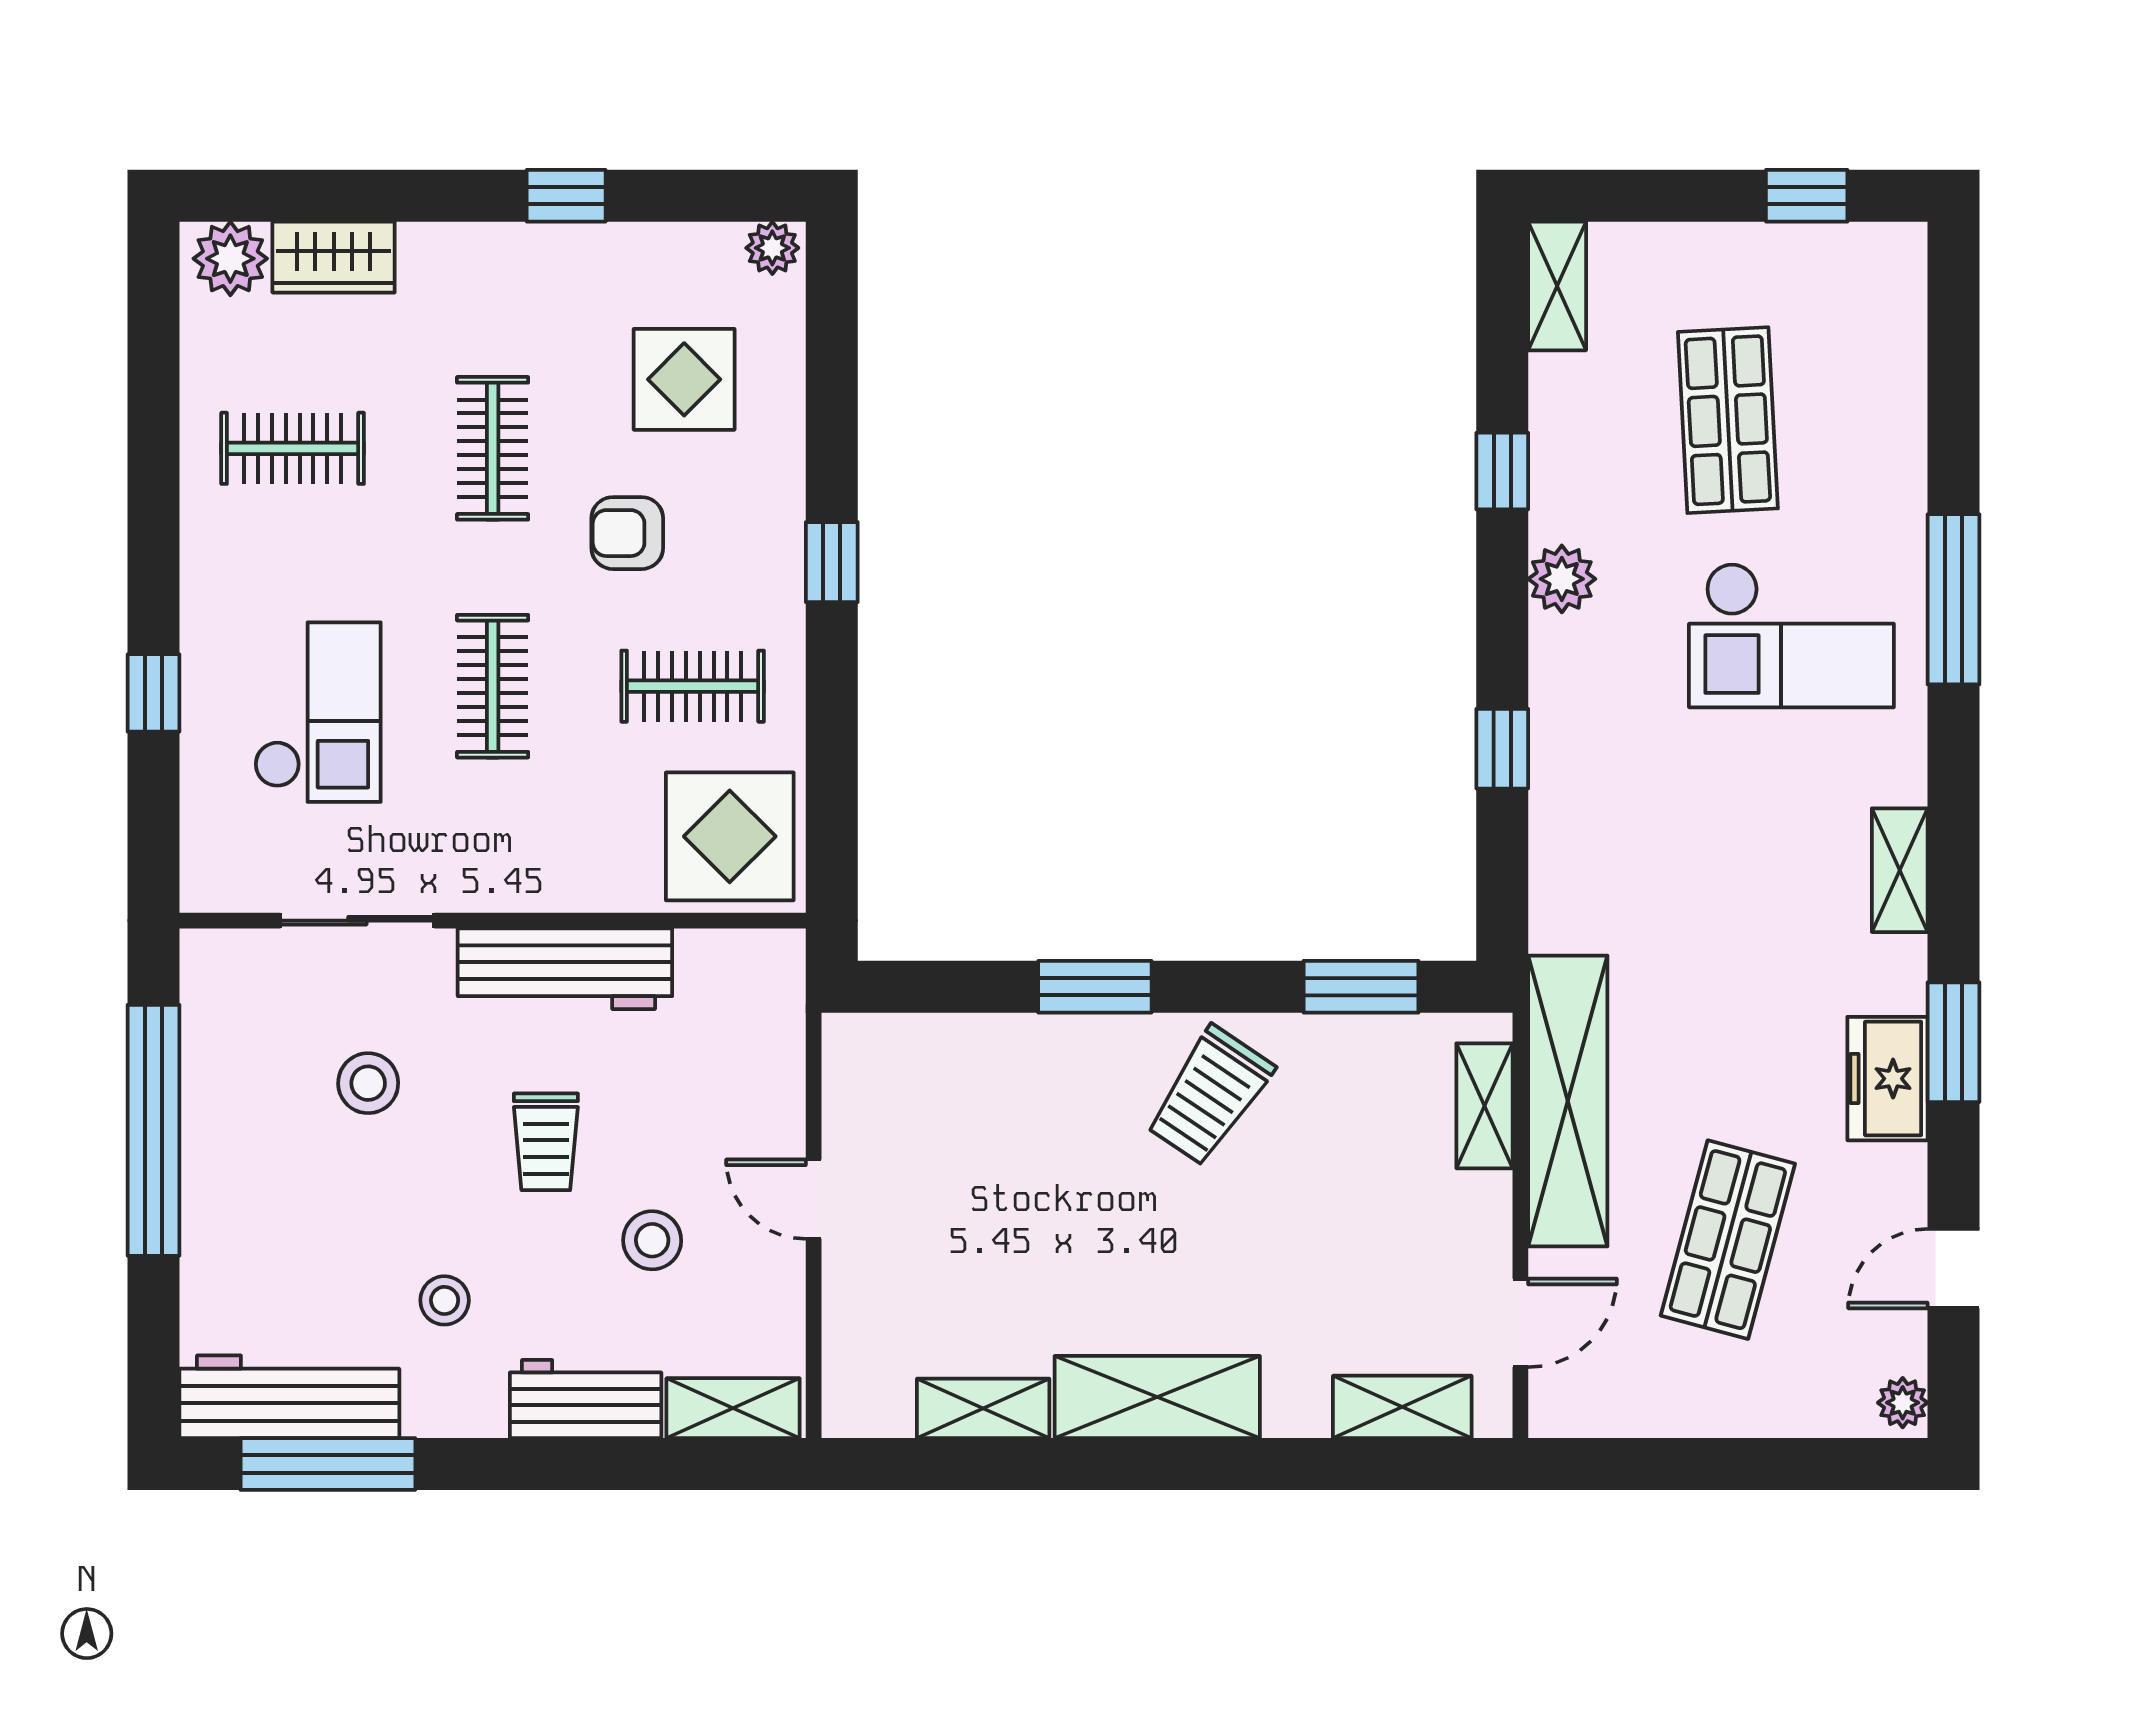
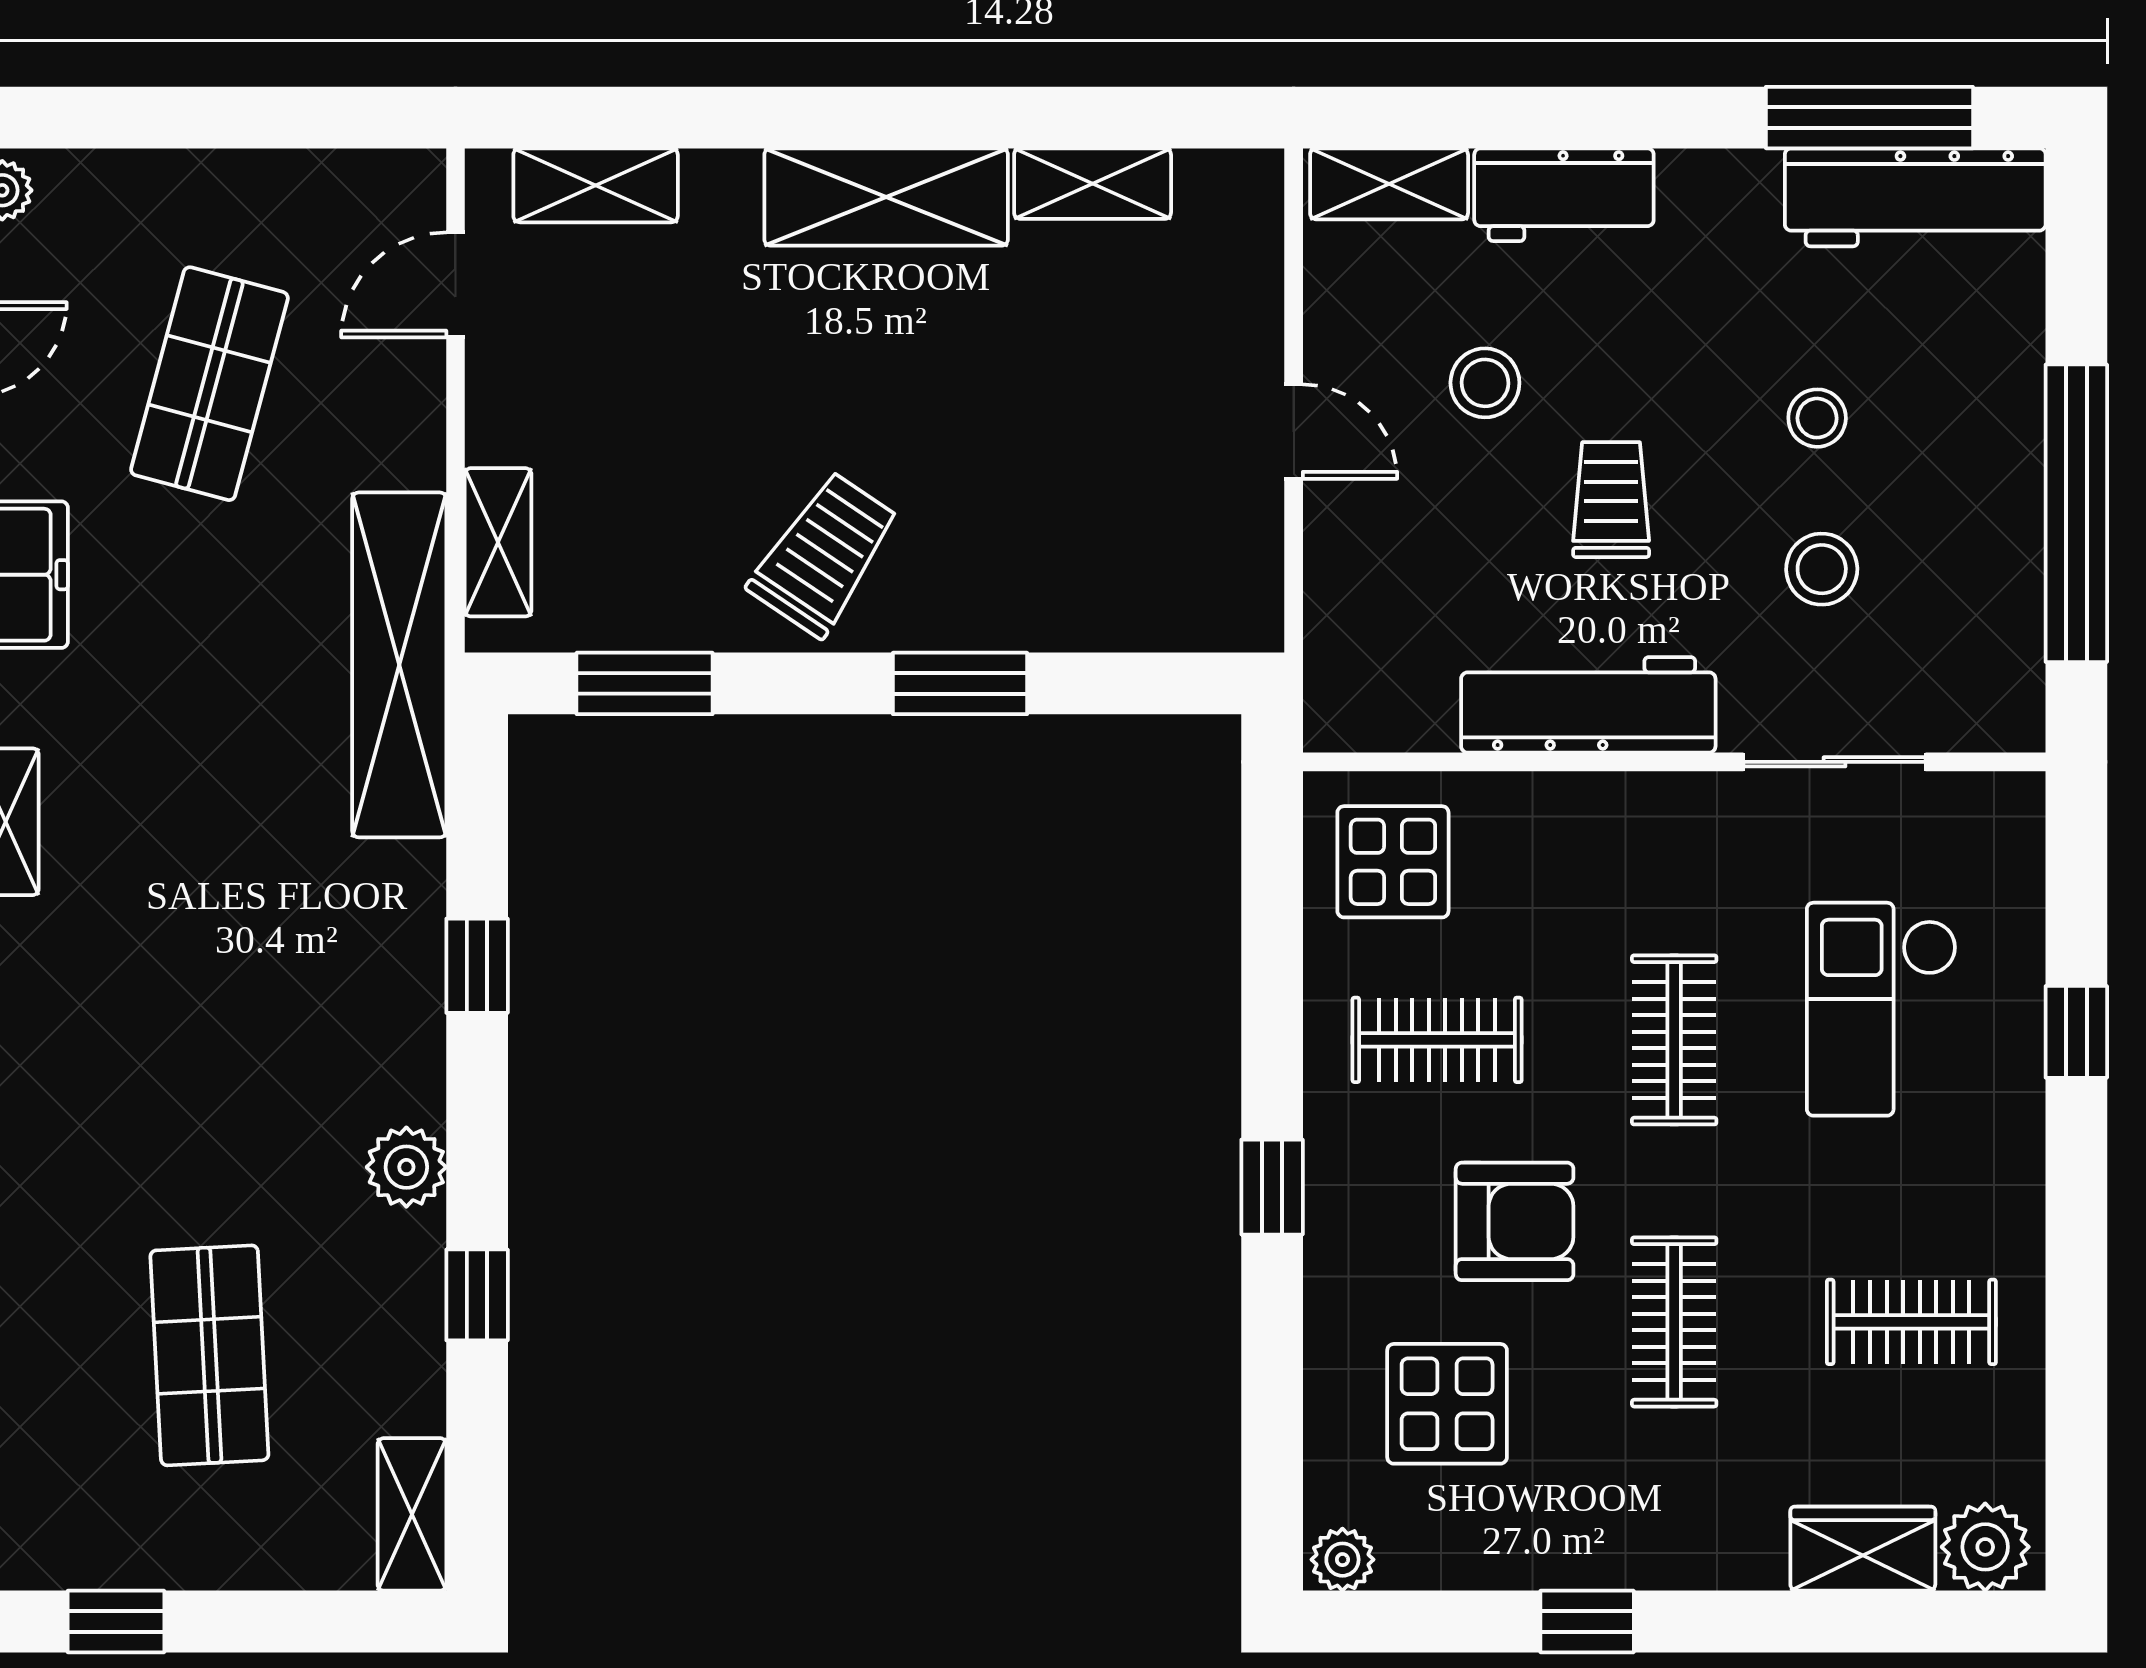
armchair: (627, 533) -> (1515, 1221), width x1.38, depth x1.38
checkout: (1791, 635) -> (134, 1100), removed
display table: (730, 836) -> (1393, 862), width x0.73, depth x0.73
shelving: (1568, 1101) -> (399, 665), moved
stool: (445, 1300) -> (1817, 418), moved

